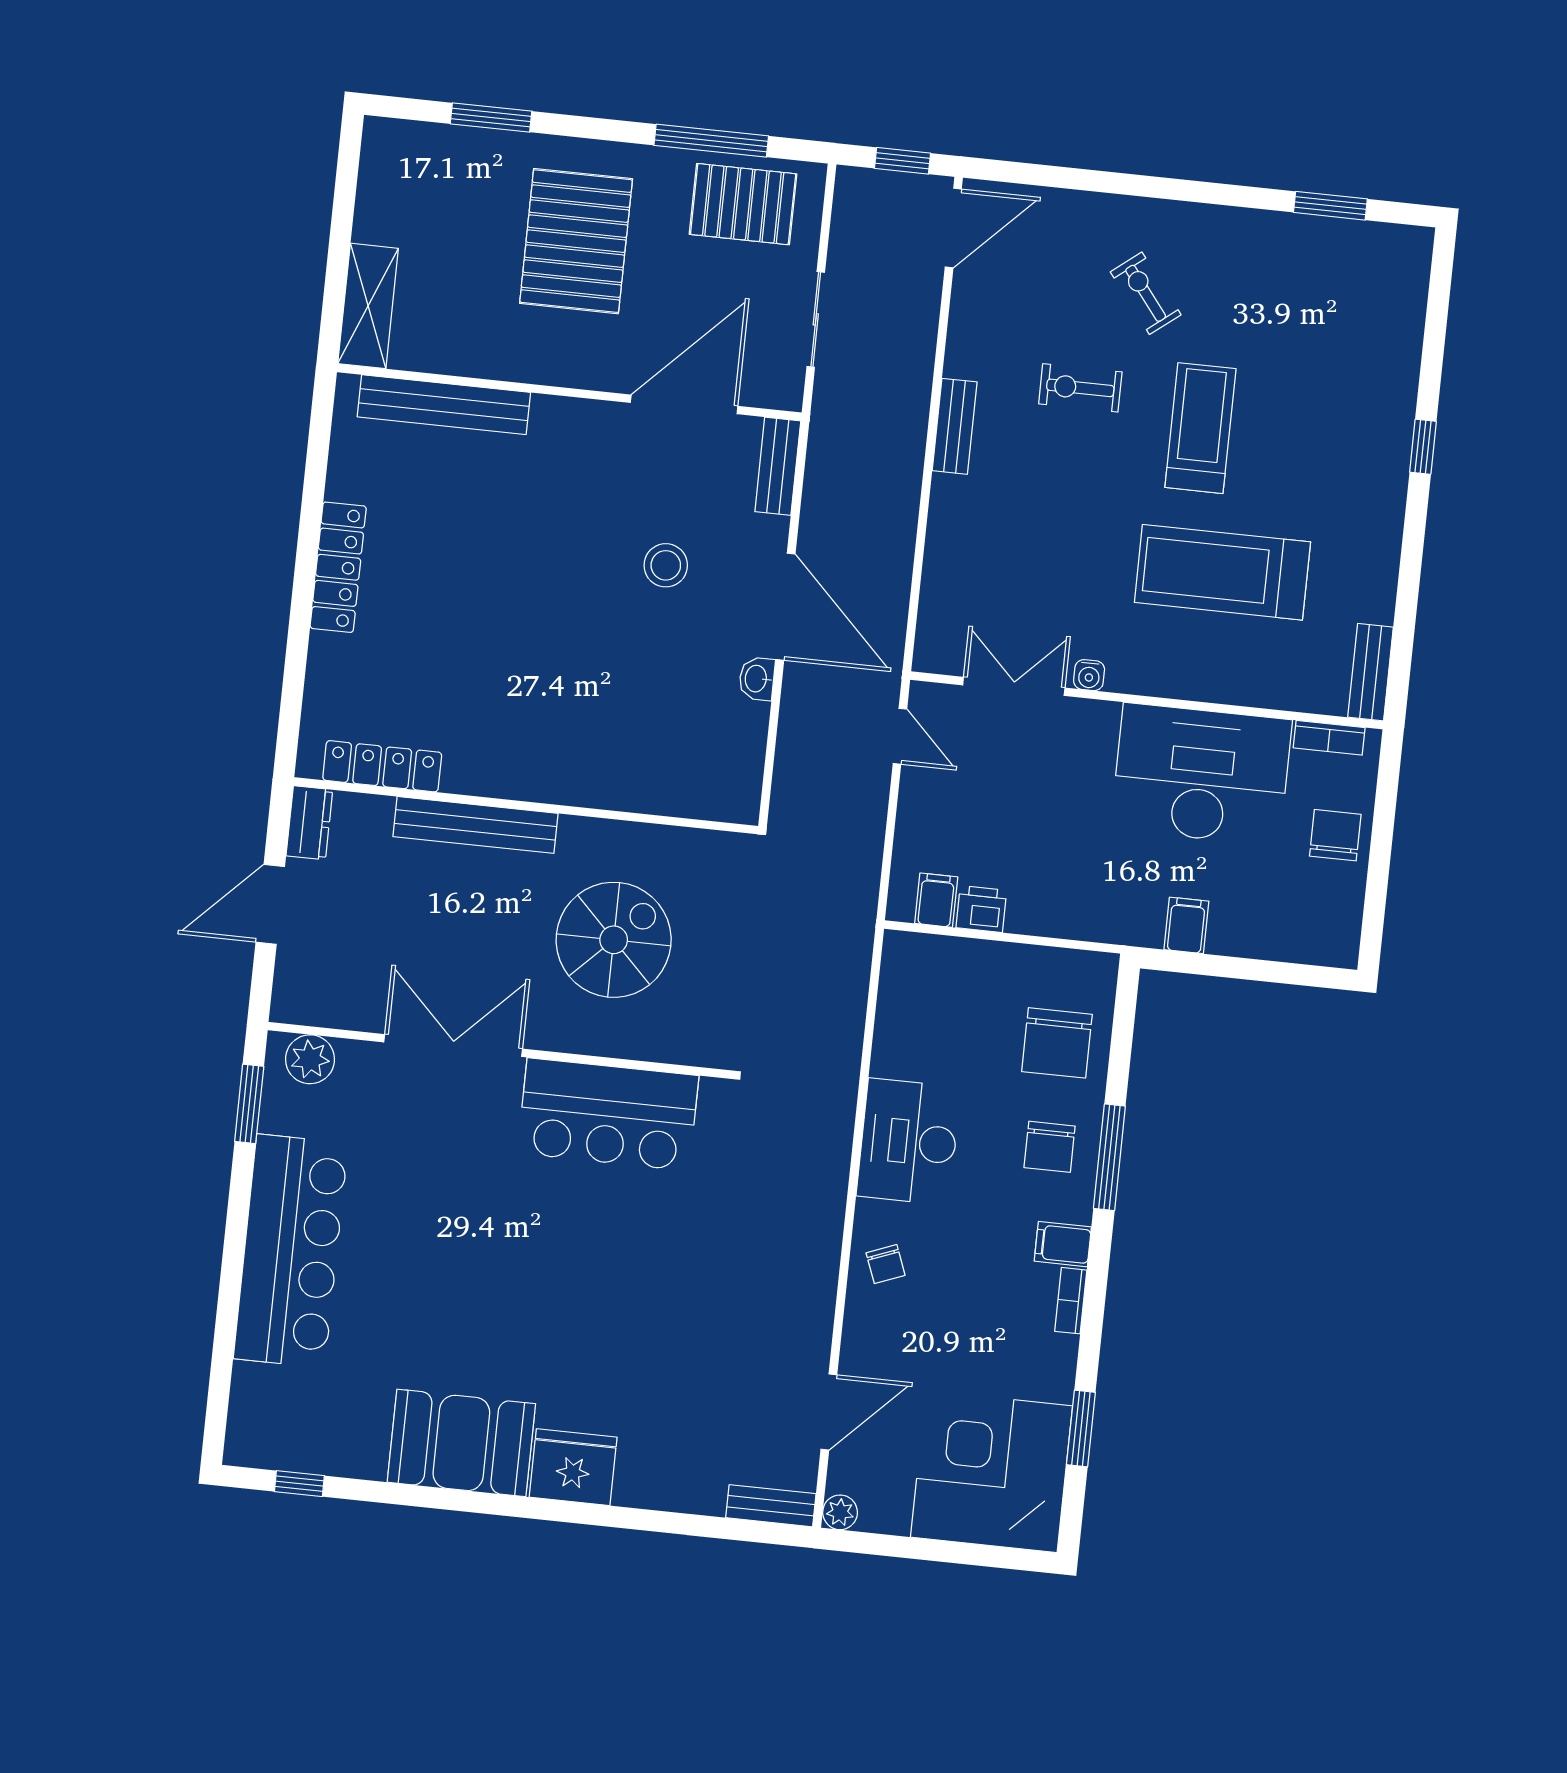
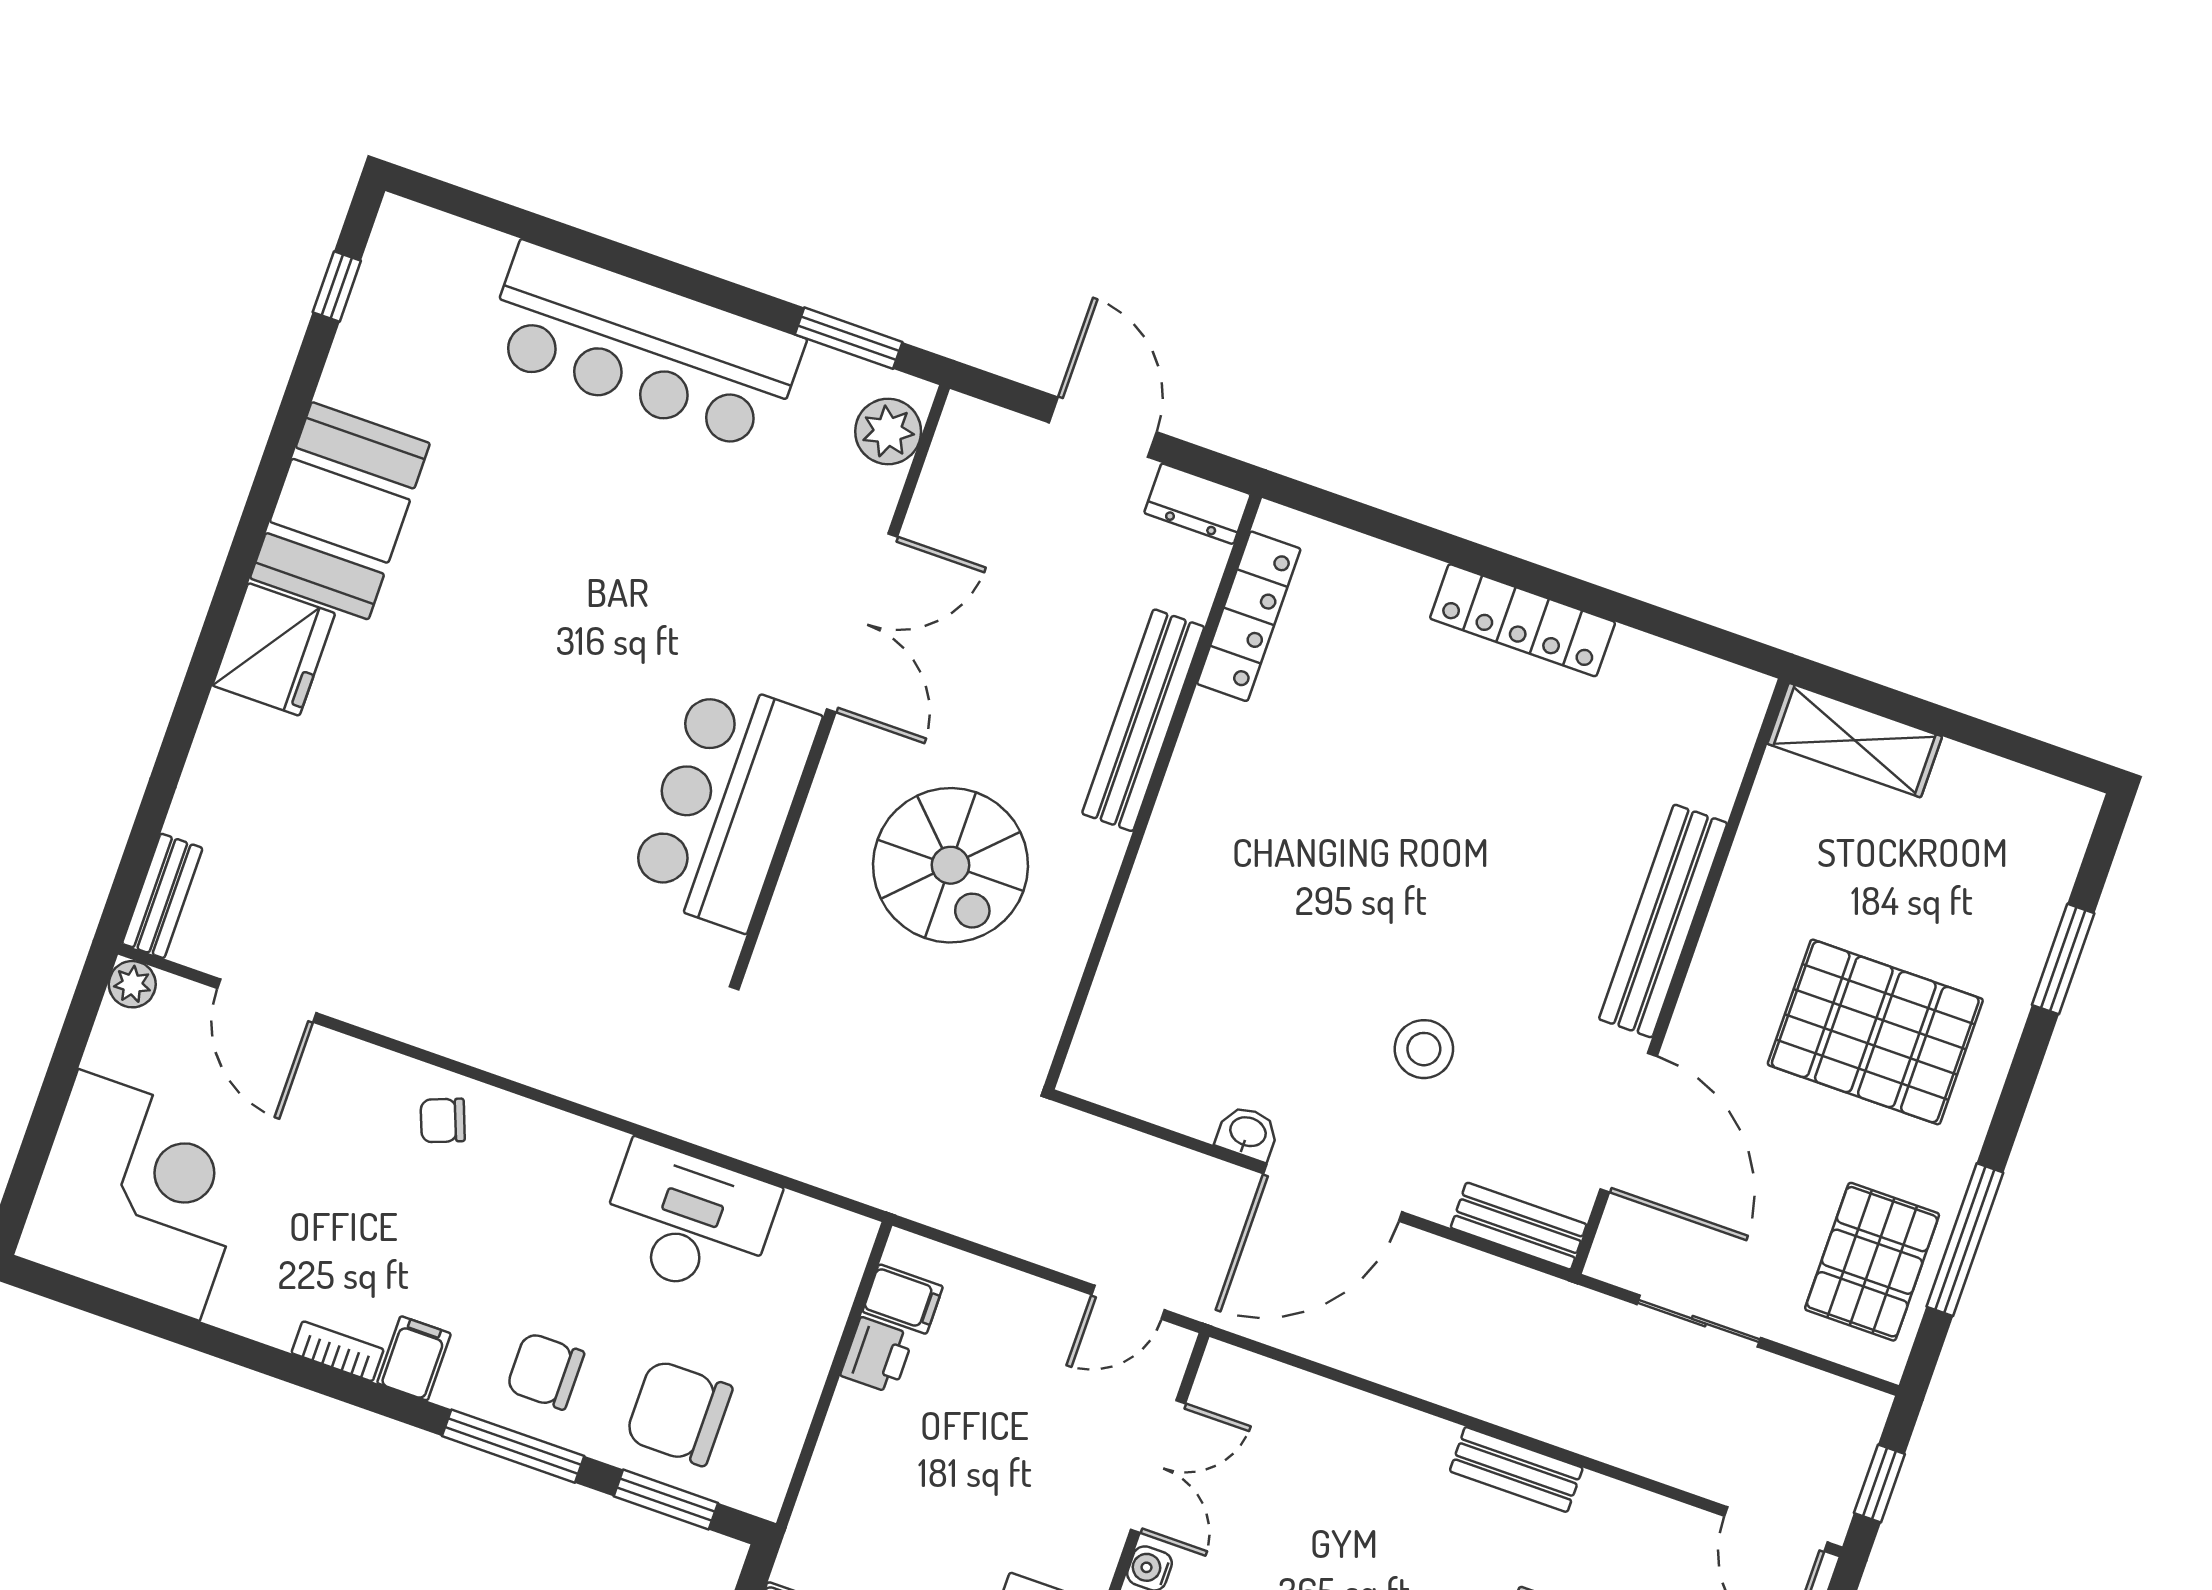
bench: (444, 405) -> (1663, 921), moved
desk: (909, 1142) -> (688, 1221), moved
window: (1081, 1429) -> (666, 1500), moved

